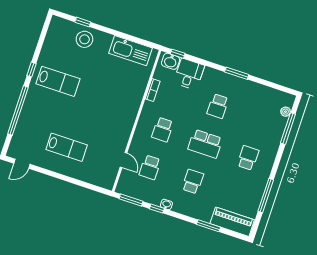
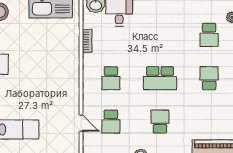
school desk: (218, 106) -> (209, 35), moved

